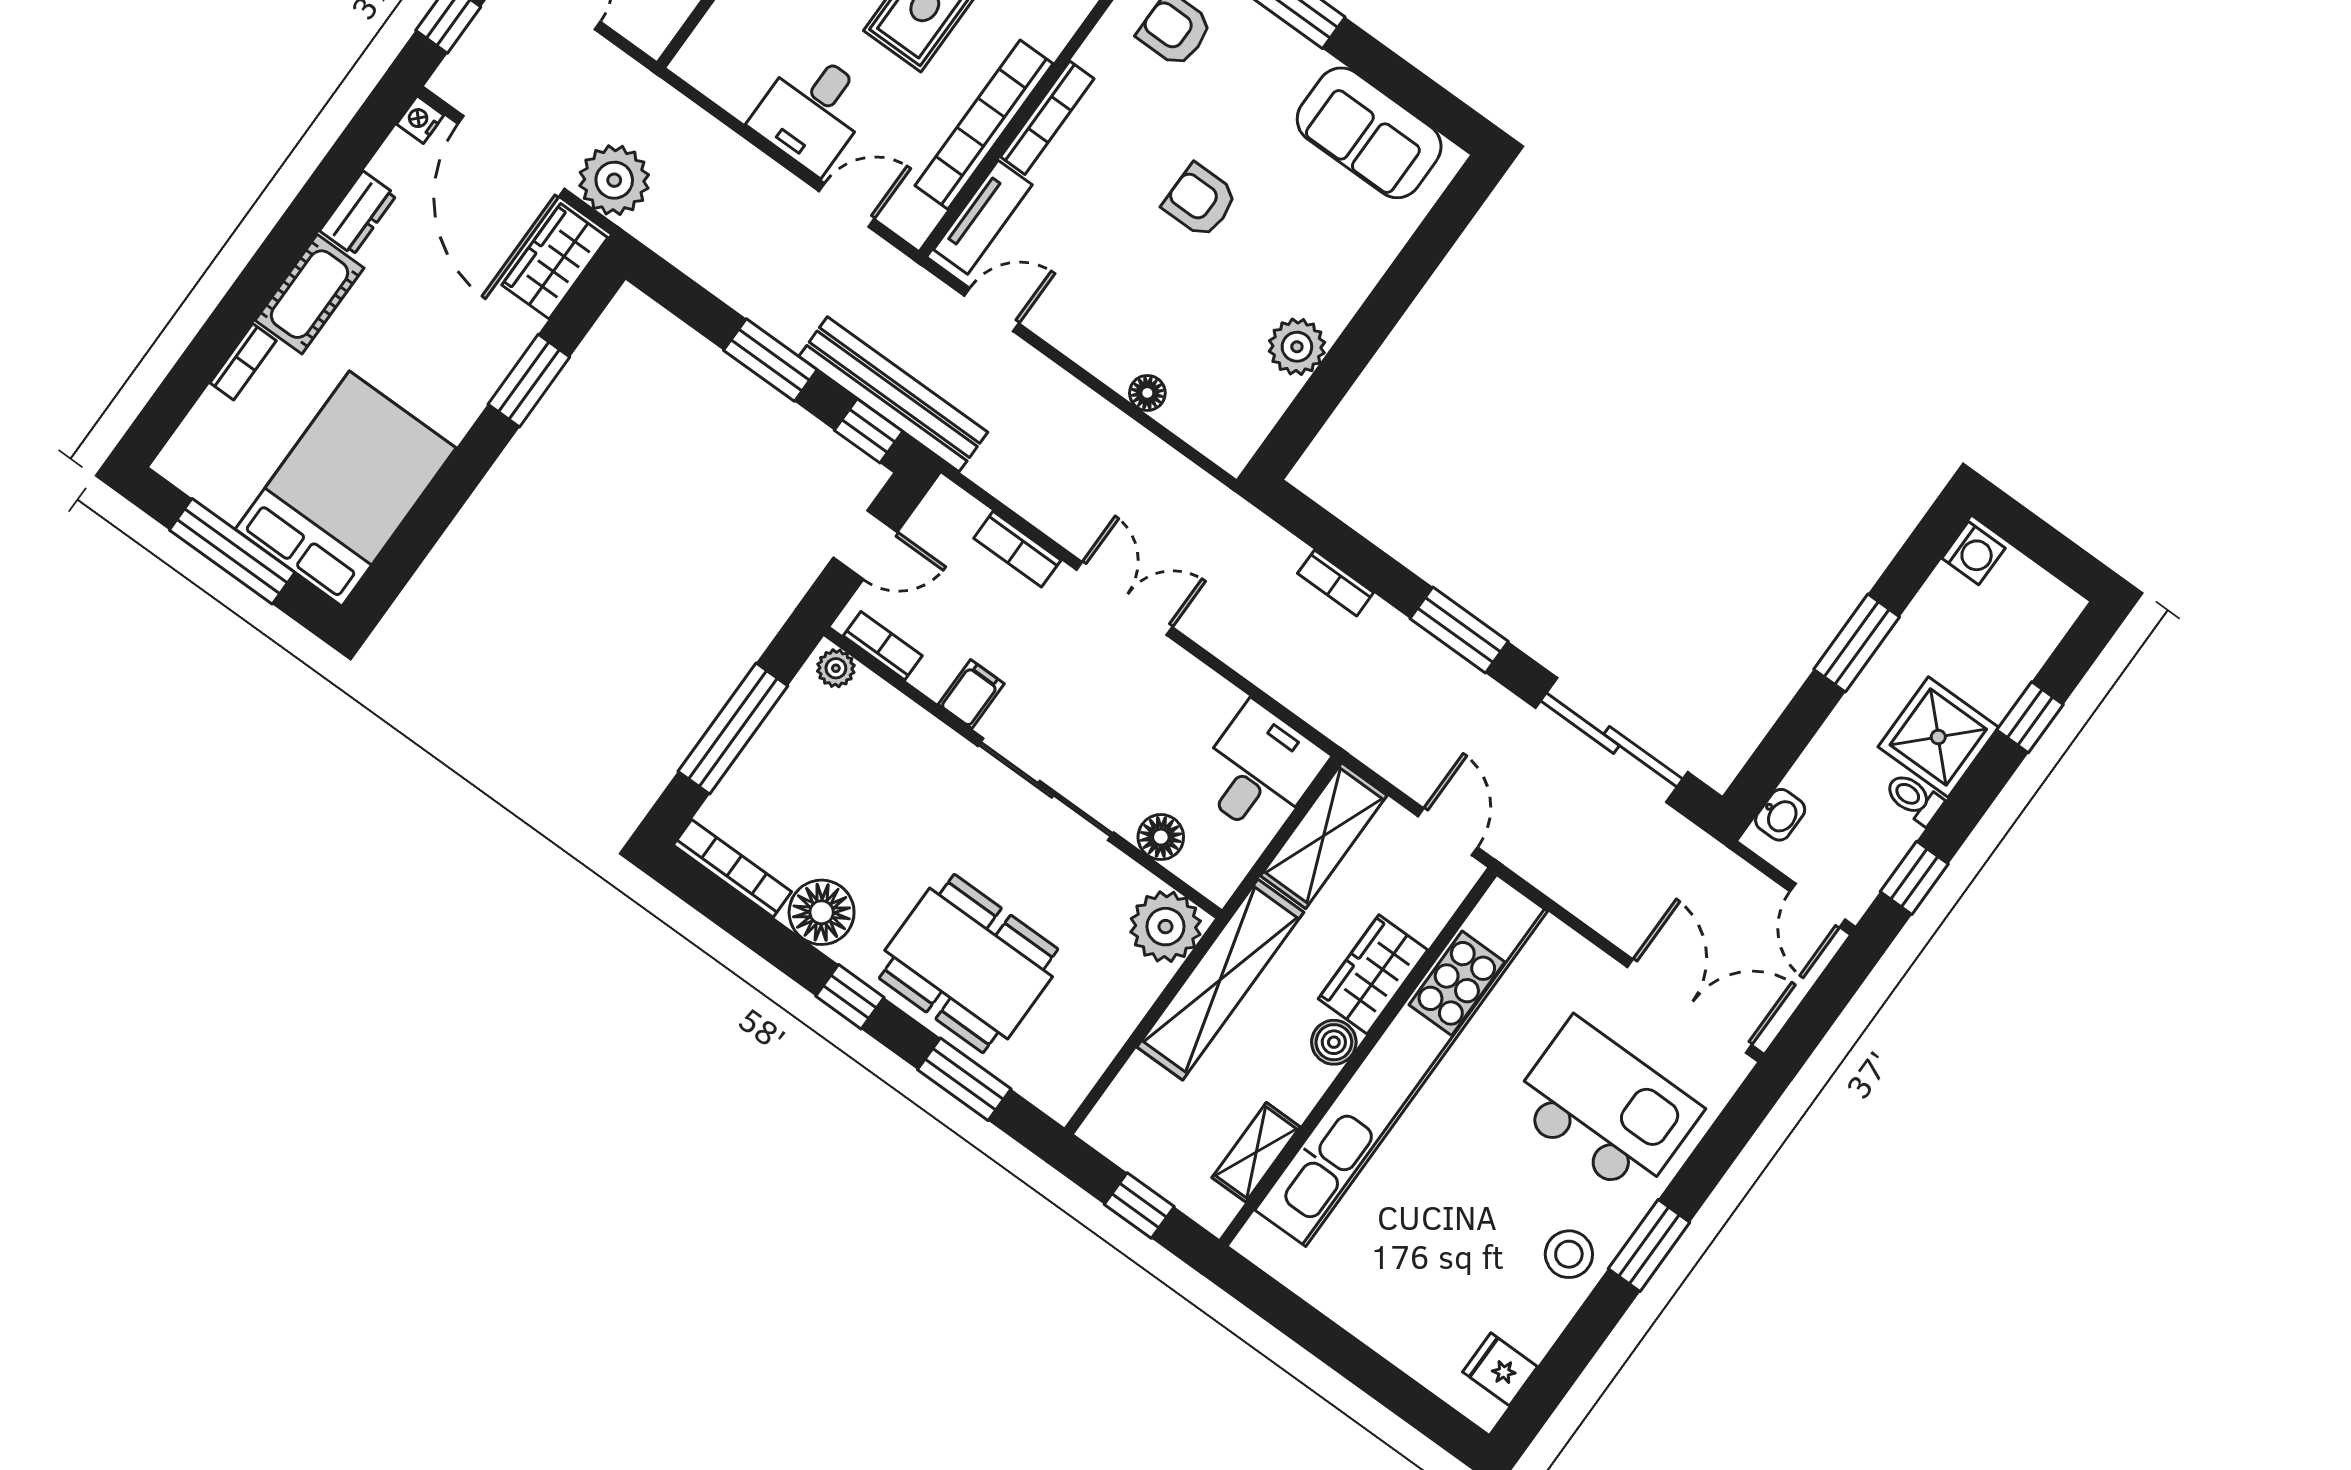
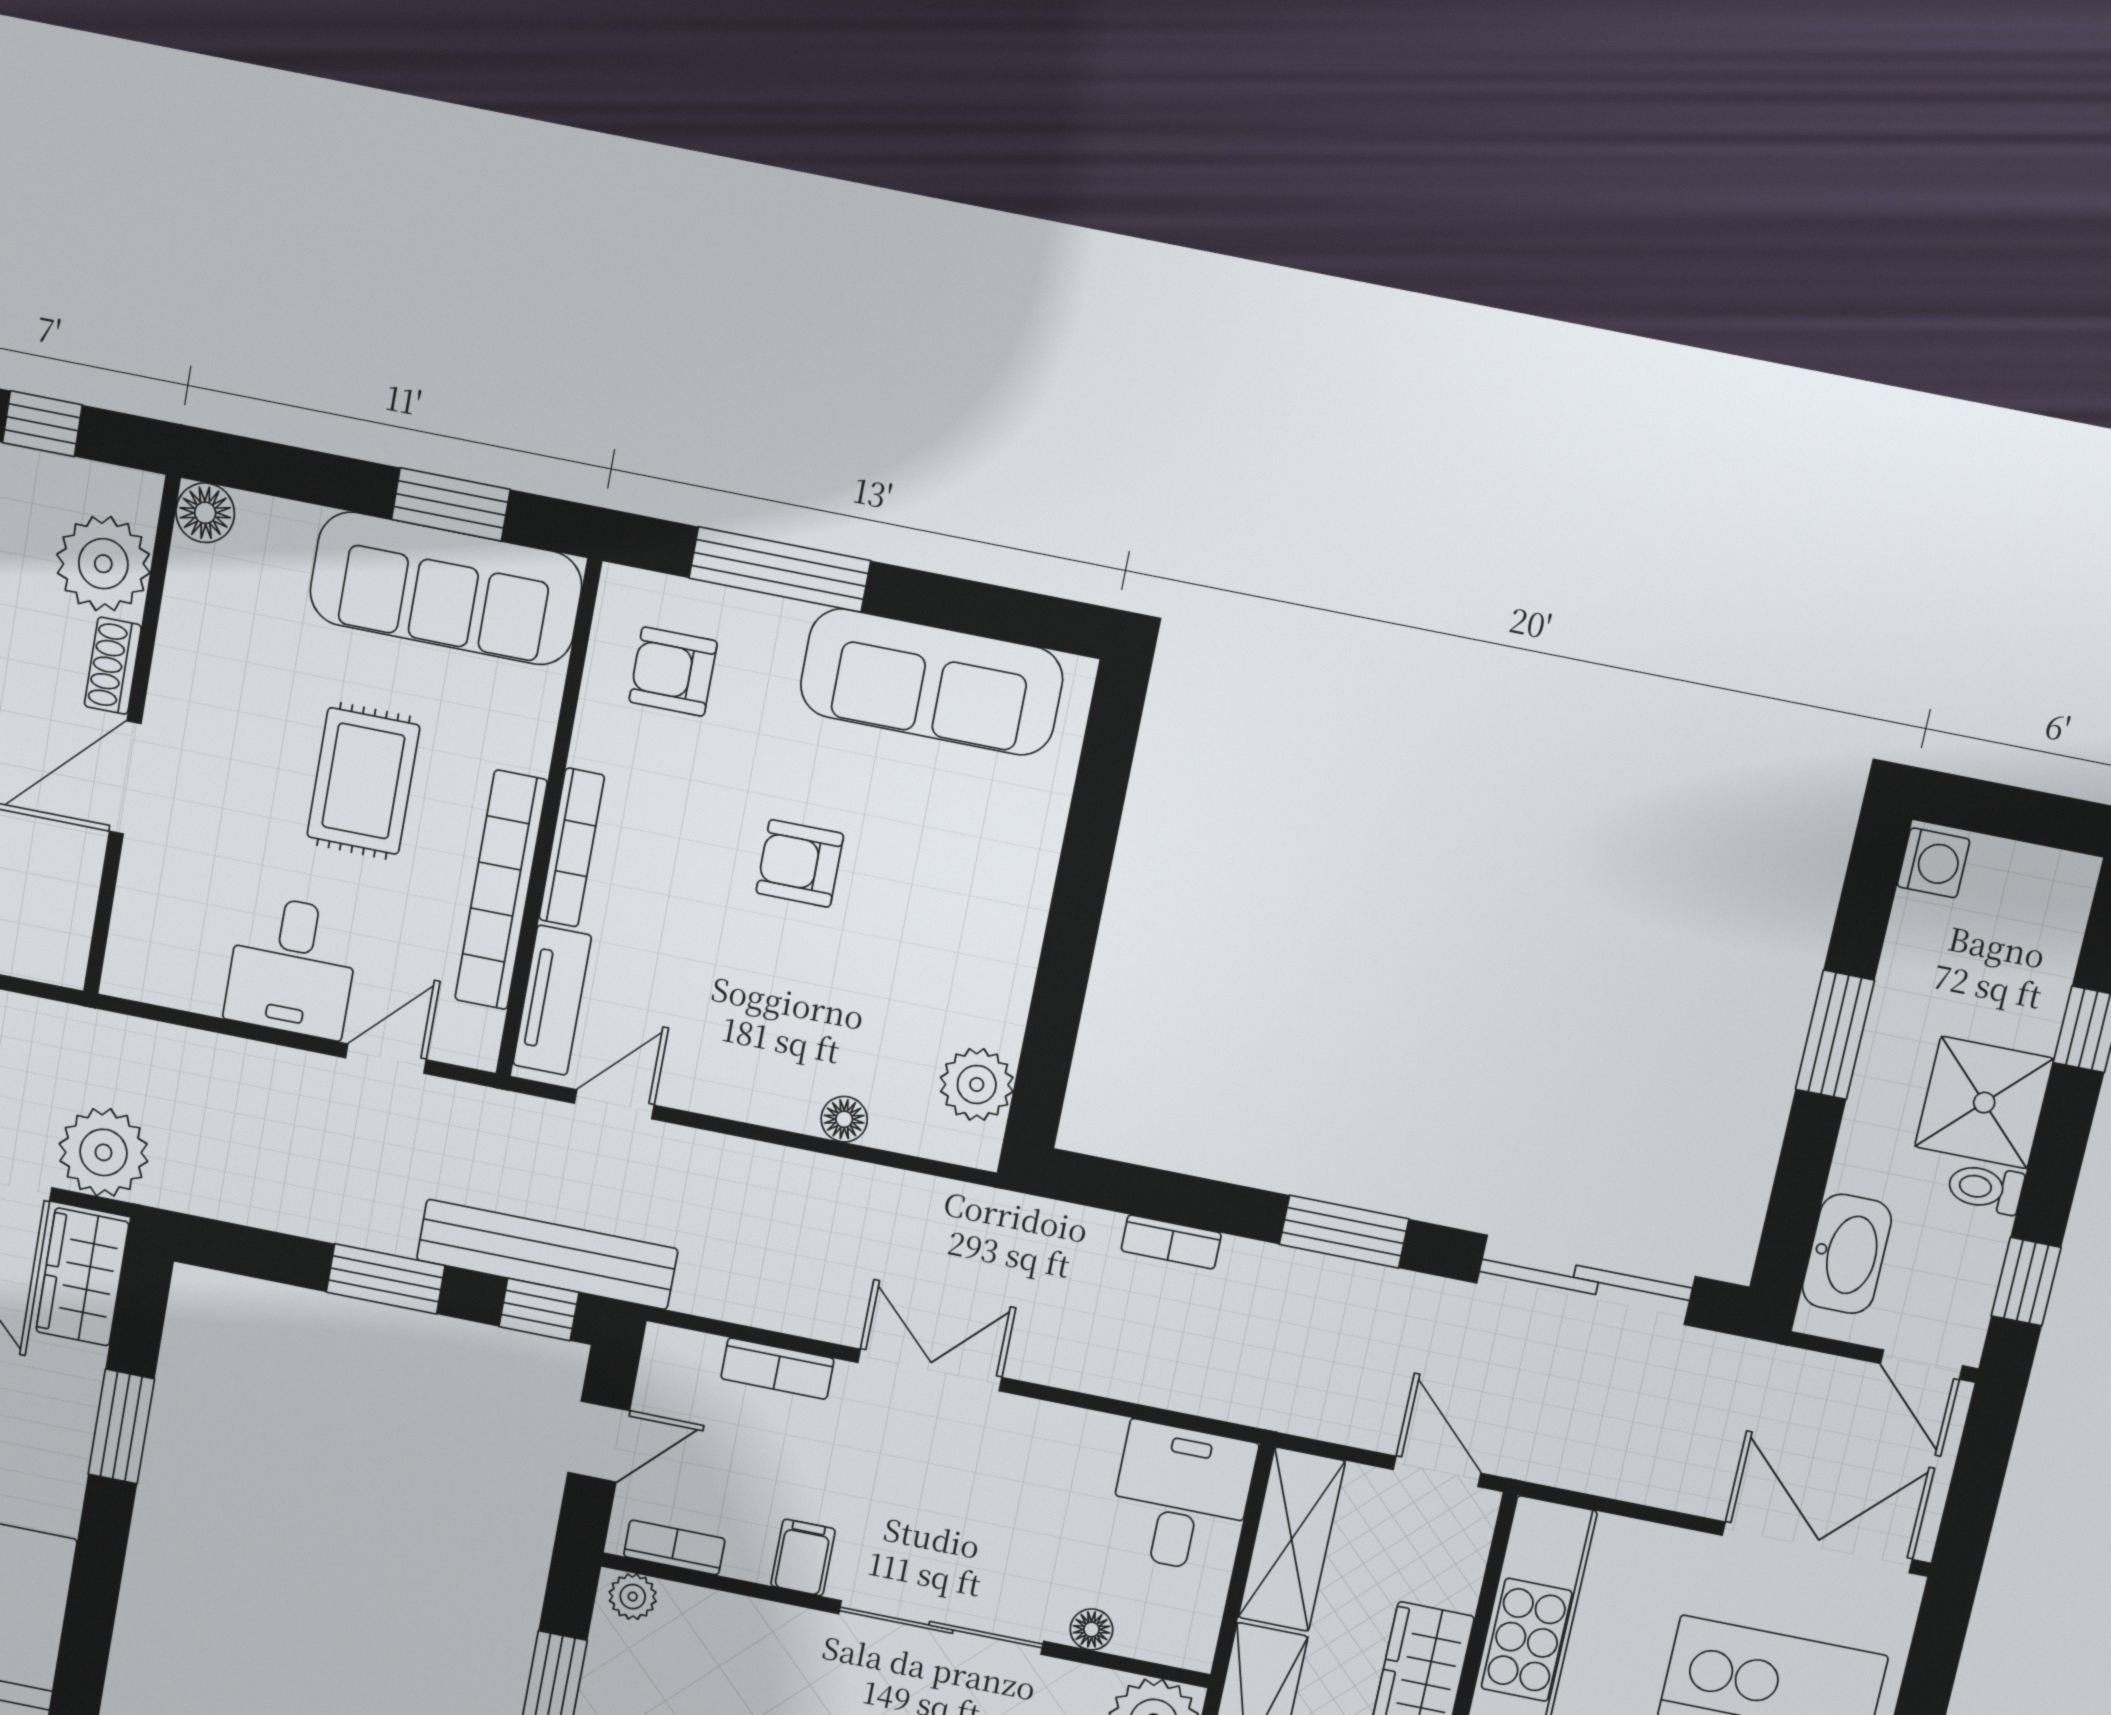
sofa: (1369, 133) -> (931, 682), width x1.36
plant: (1297, 347) -> (977, 1084), moved
washbasin: (1780, 815) -> (1847, 1254), width x1.91, depth x1.45
floor lamp: (1161, 837) -> (1091, 1629), width x0.73, depth x0.73

